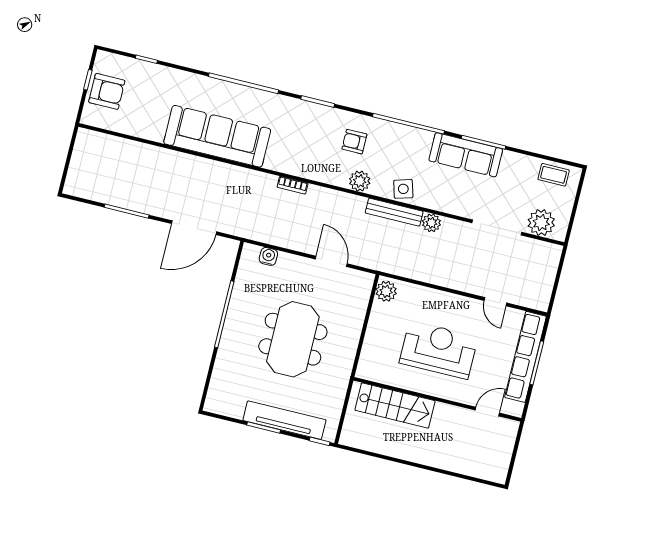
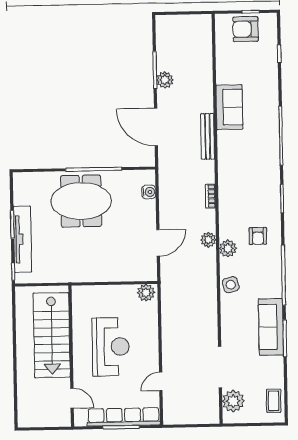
armchair: (107, 91) -> (246, 29), turned 90
sofa: (217, 136) -> (229, 107), width x0.54, depth x0.79
armchair: (354, 142) -> (258, 236), turned 180
plant: (141, 202) -> (165, 80), added
bench: (394, 212) -> (208, 136), moved
plant: (431, 223) -> (208, 240), moved
meeting table: (293, 339) -> (81, 201), moved
stairs: (395, 406) -> (52, 335), width x1.36, depth x1.51

